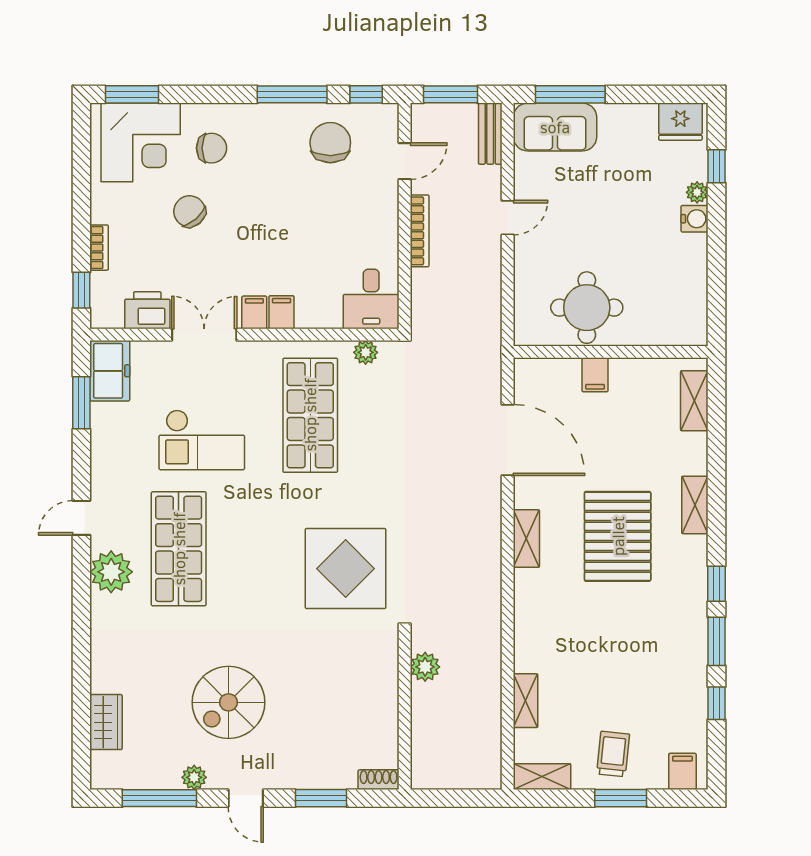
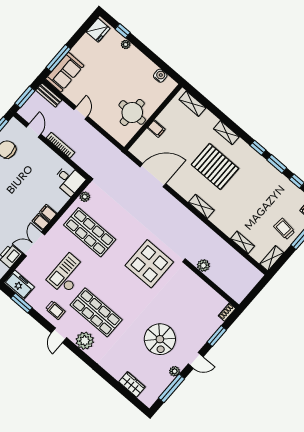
water cooler: (695, 219) -> (160, 76), moved
checkout: (202, 440) -> (67, 274), turned 180
trolley: (120, 473) -> (55, 310), added
shelving: (526, 539) -> (201, 206), moved

